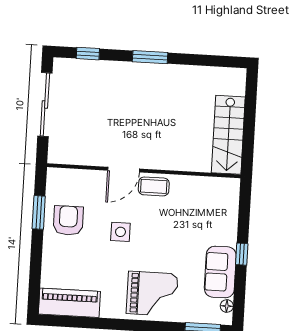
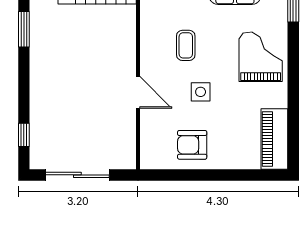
window: (150, 57) -> (24, 29), moved
coffee table: (154, 186) -> (186, 45), moved
window: (39, 212) -> (186, 175), removed

